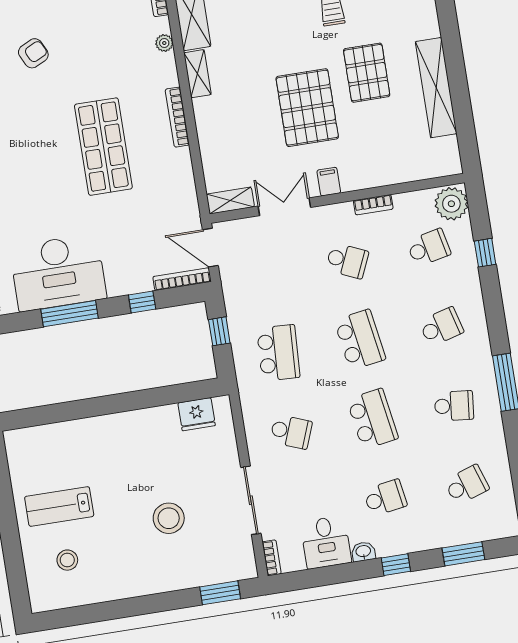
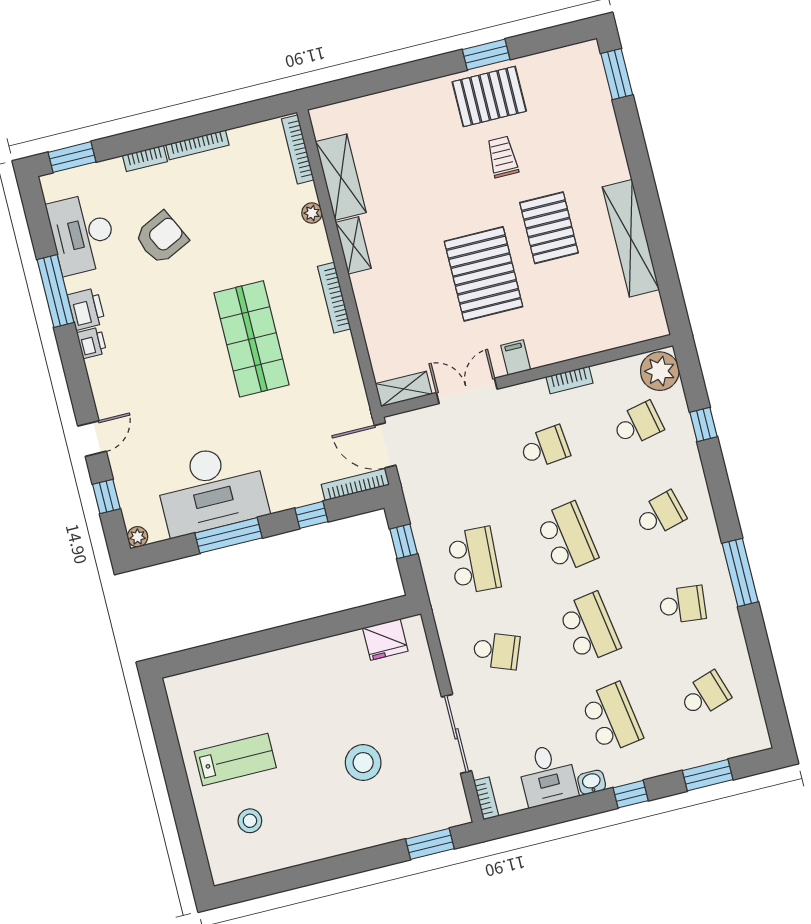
armchair: (33, 53) -> (161, 238), width x1.38, depth x1.38
school desk: (347, 261) -> (545, 447), turned -30
school desk: (385, 498) -> (612, 718), width x1.85
lab bench: (59, 506) -> (235, 760), turned 180

